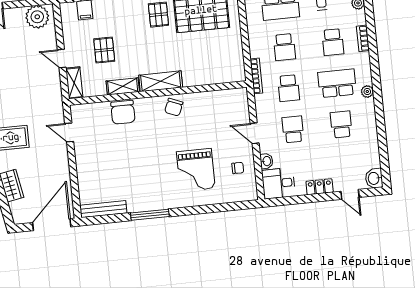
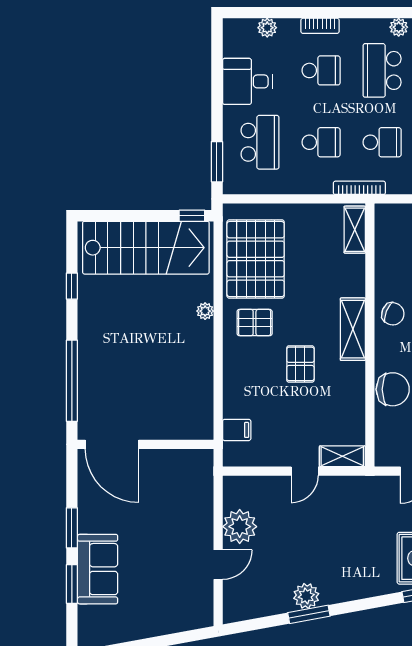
plant: (37, 17) -> (240, 527), moved
pallet: (104, 50) -> (300, 364), moved, turned 90
shelving: (123, 86) -> (355, 230), moved

